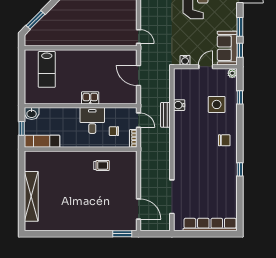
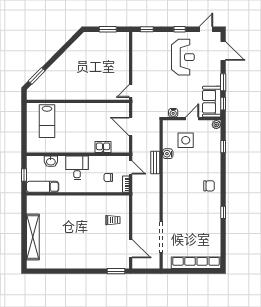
door: (138, 36) -> (131, 91), swing flipped
kitchen sink: (90, 98) -> (103, 147), moved
side table: (217, 104) -> (186, 140), moved
washbasin: (32, 114) -> (51, 161), moved
desk: (92, 120) -> (77, 168), moved
trolley: (102, 165) -> (113, 220), moved

